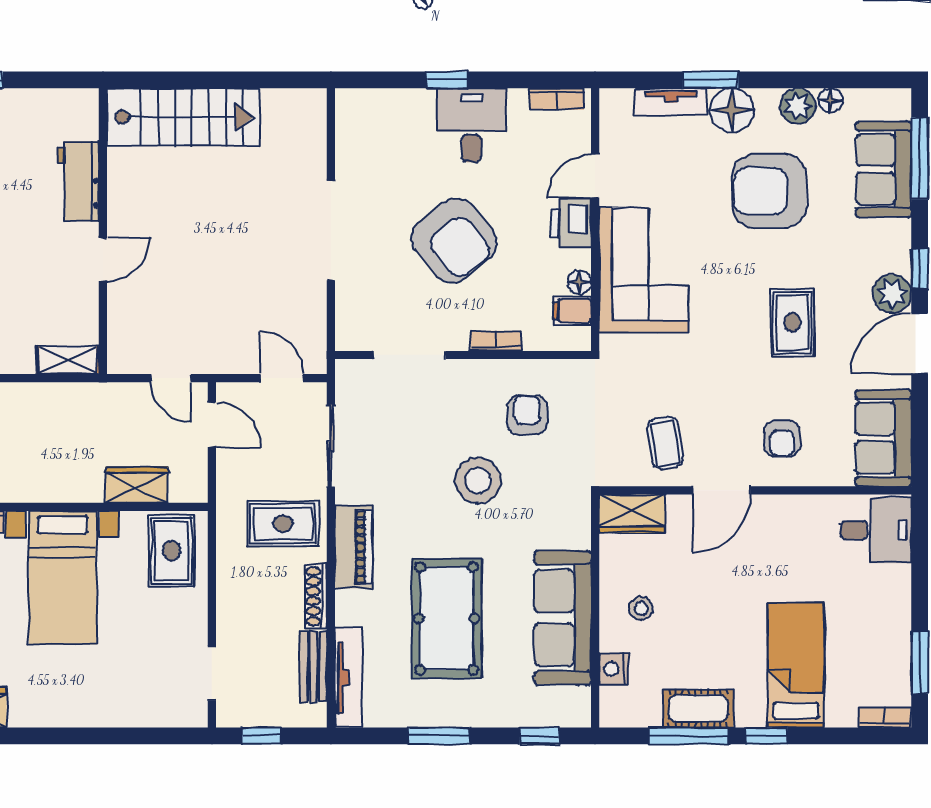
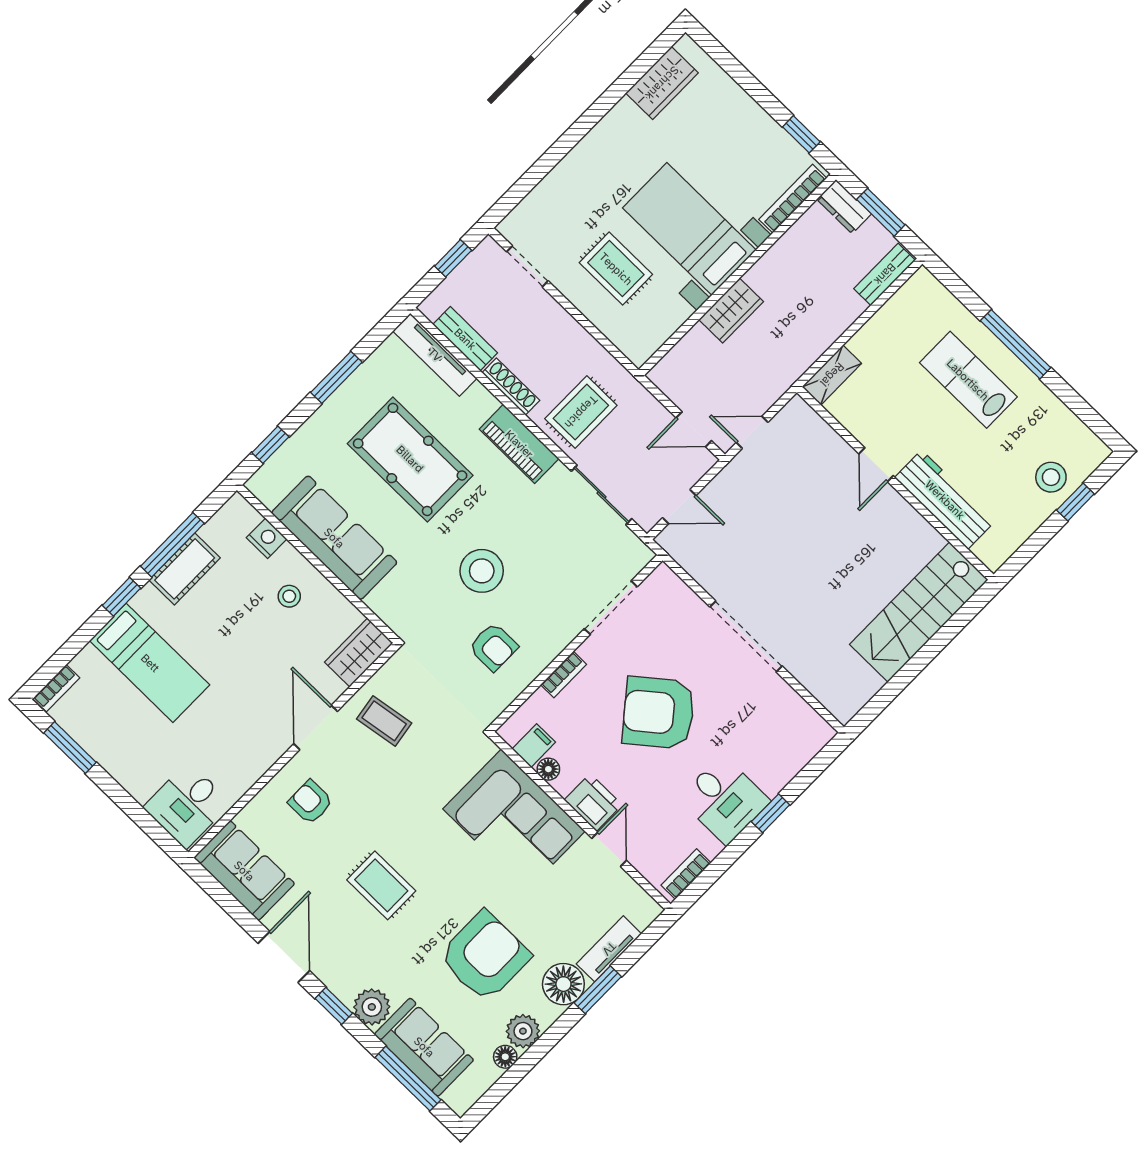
workbench: (78, 181) -> (945, 500), width x1.38
plant: (892, 294) -> (372, 1007), moved
wardrobe: (137, 485) -> (731, 311), moved
rug: (172, 551) -> (616, 269), moved

